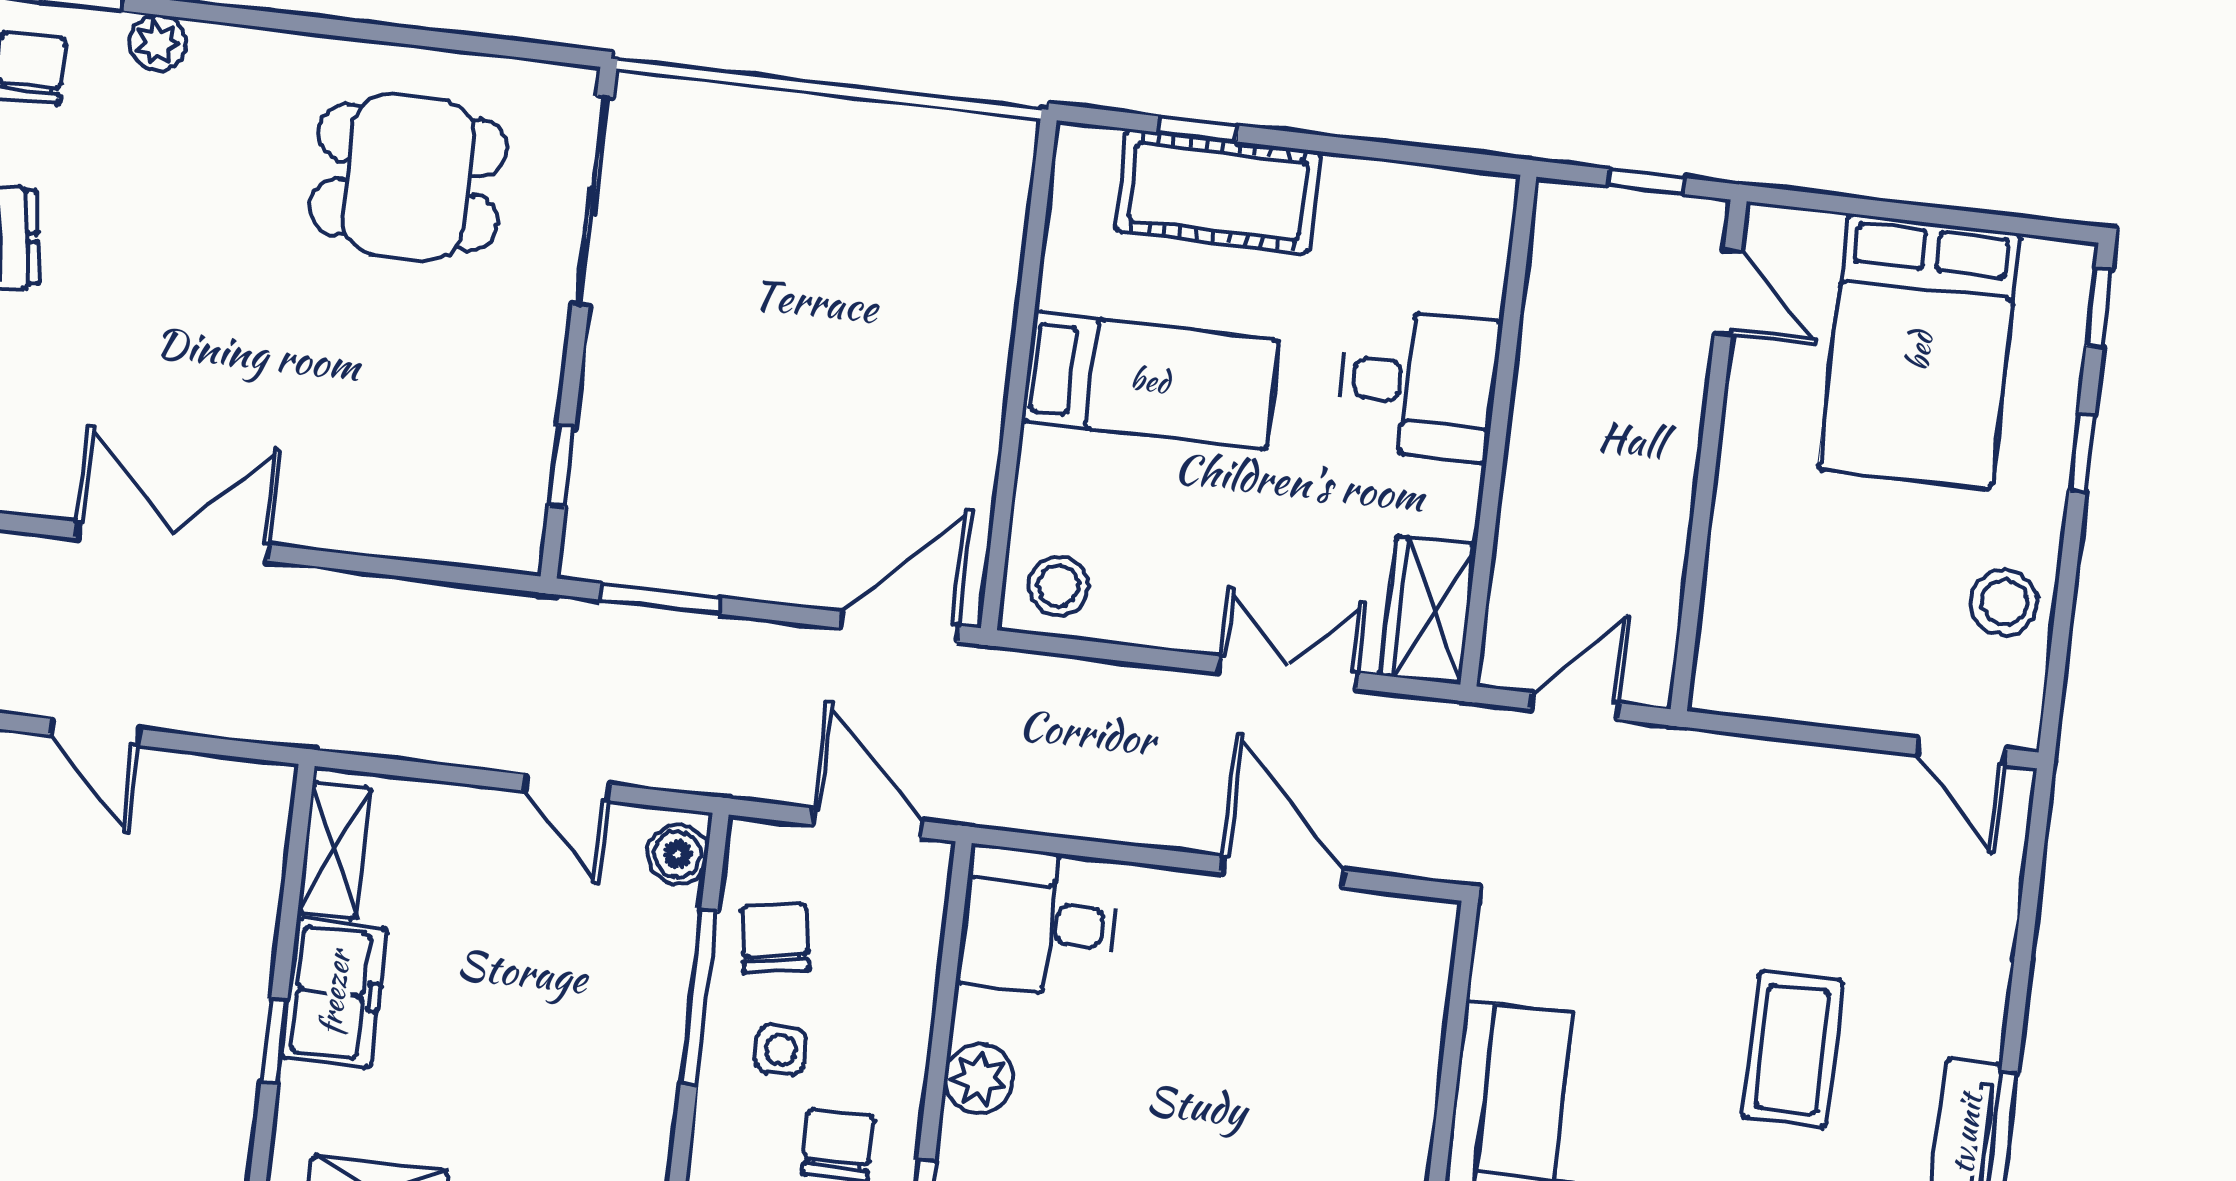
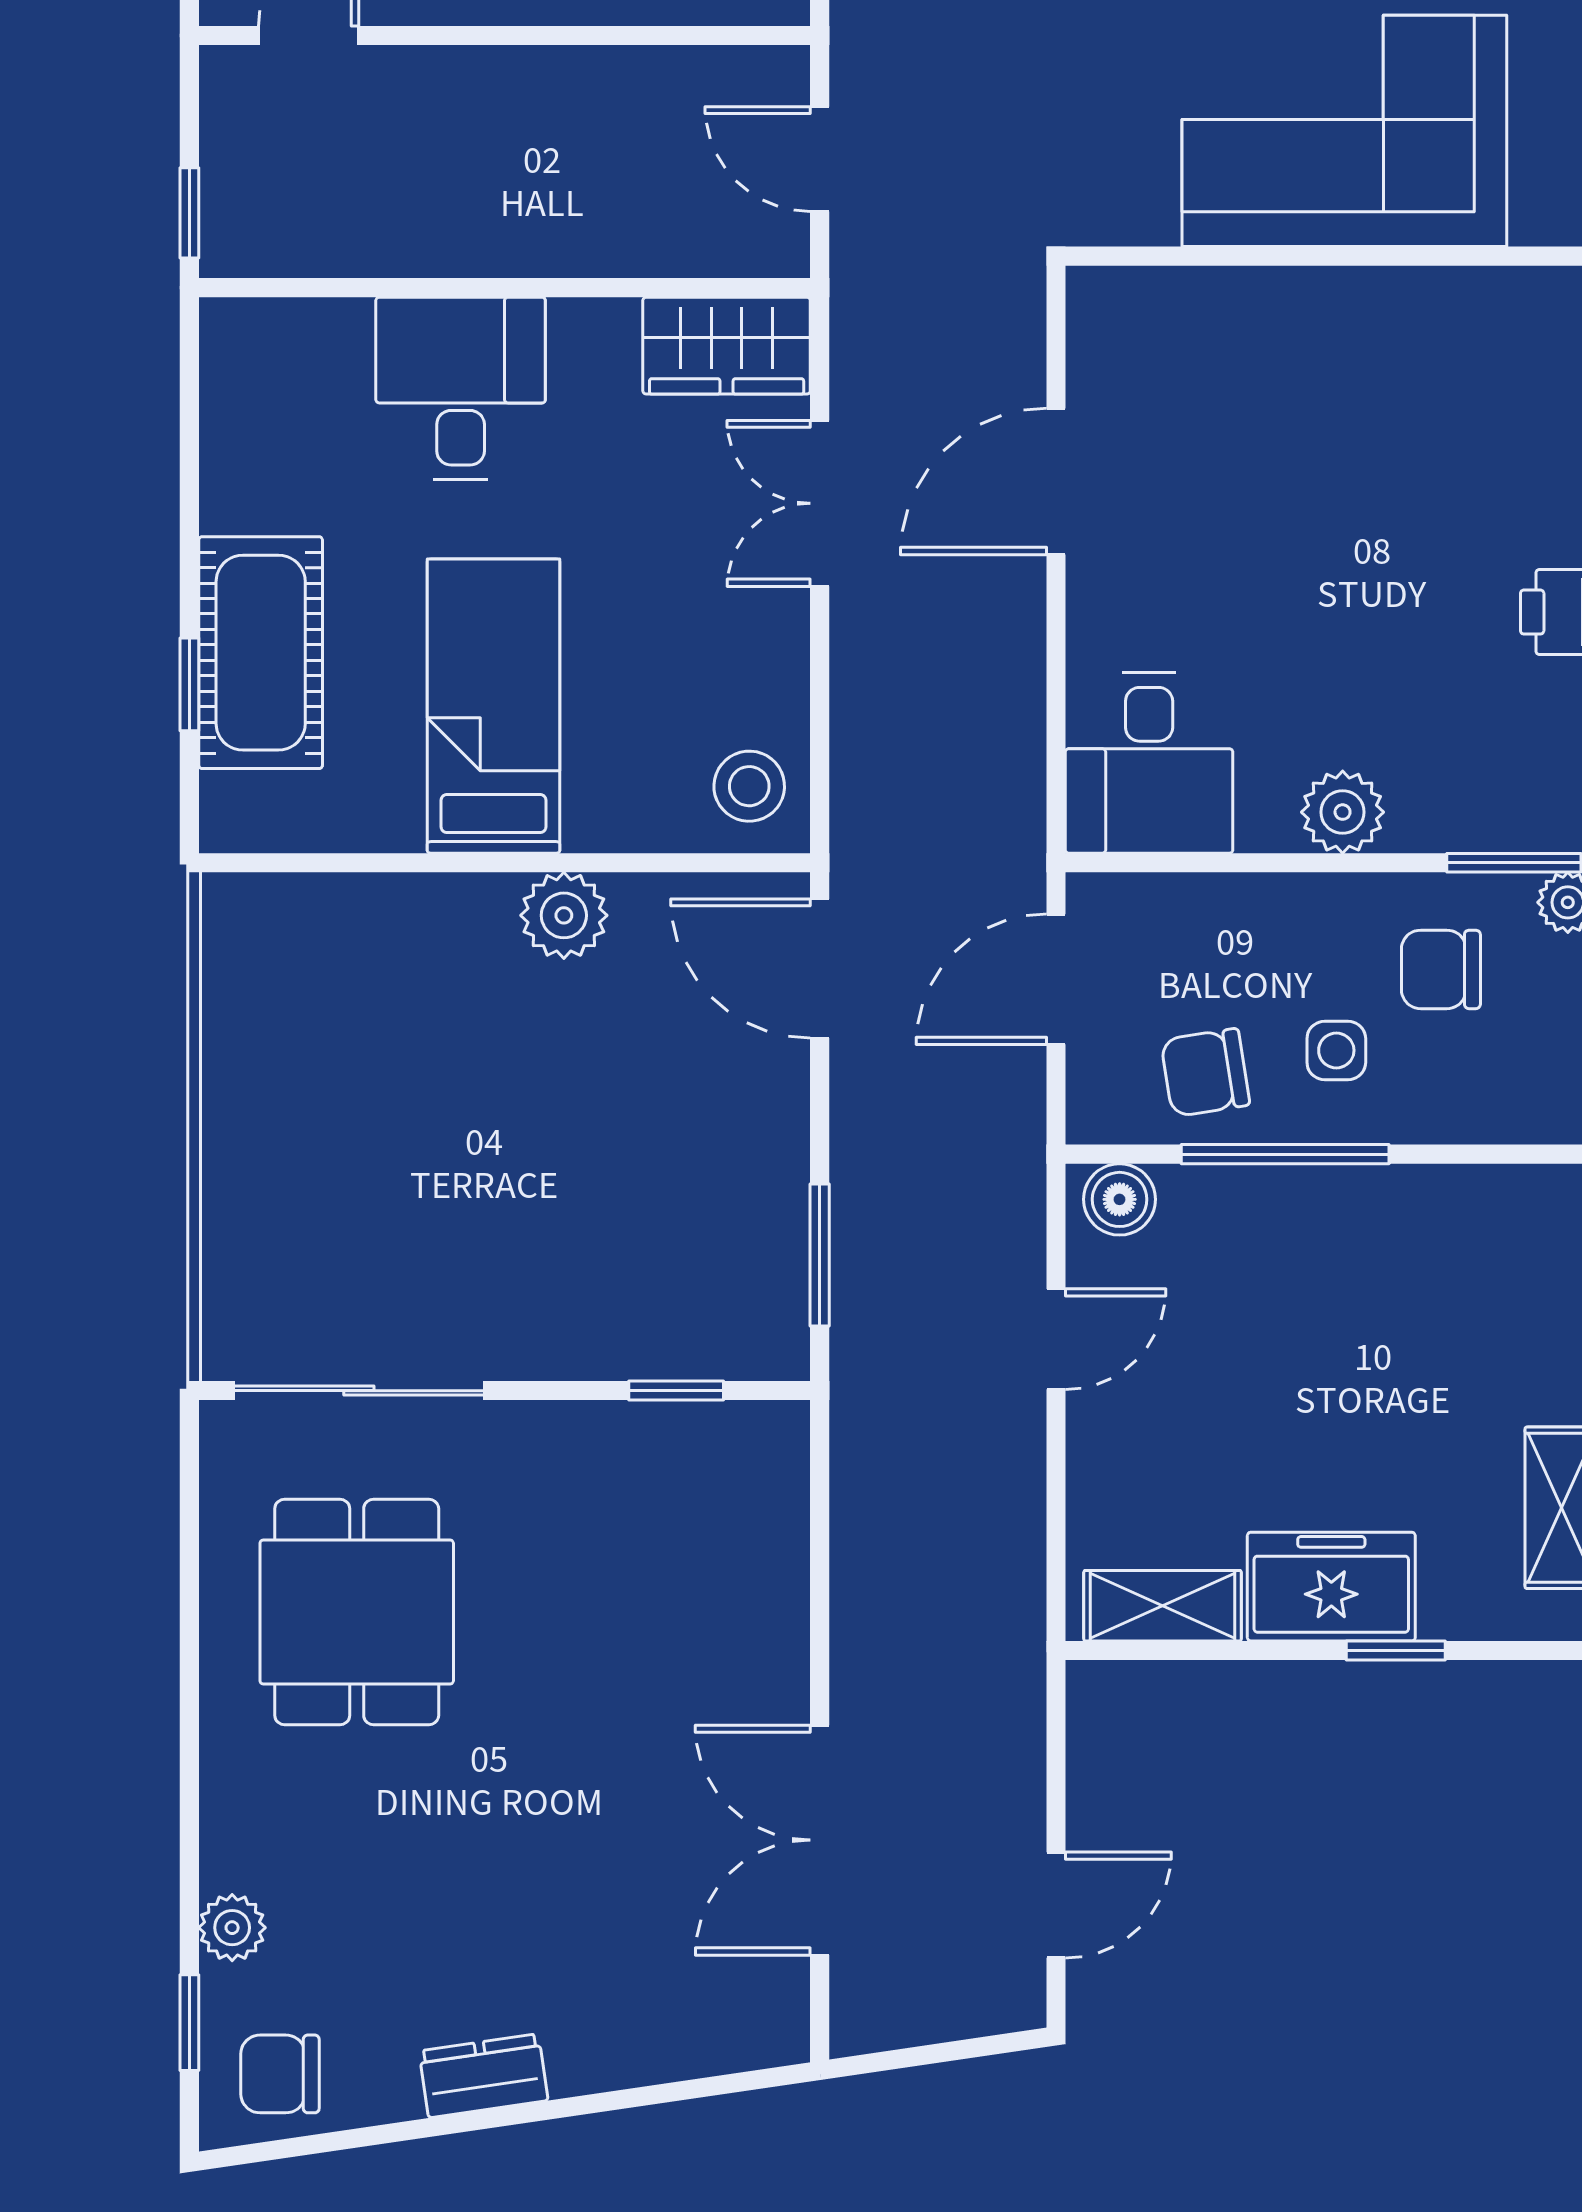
window: (1646, 182) -> (189, 213), moved
plant: (969, 419) -> (564, 915), added

